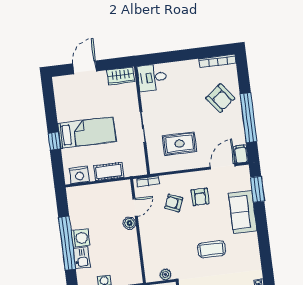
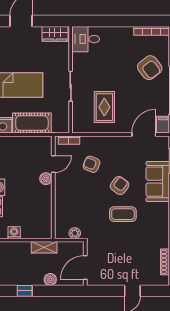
rug: (179, 144) -> (104, 107), turned 90
cot: (109, 171) -> (32, 123), width x1.37, depth x1.34
armchair: (200, 197) -> (120, 186), moved, turned -143

